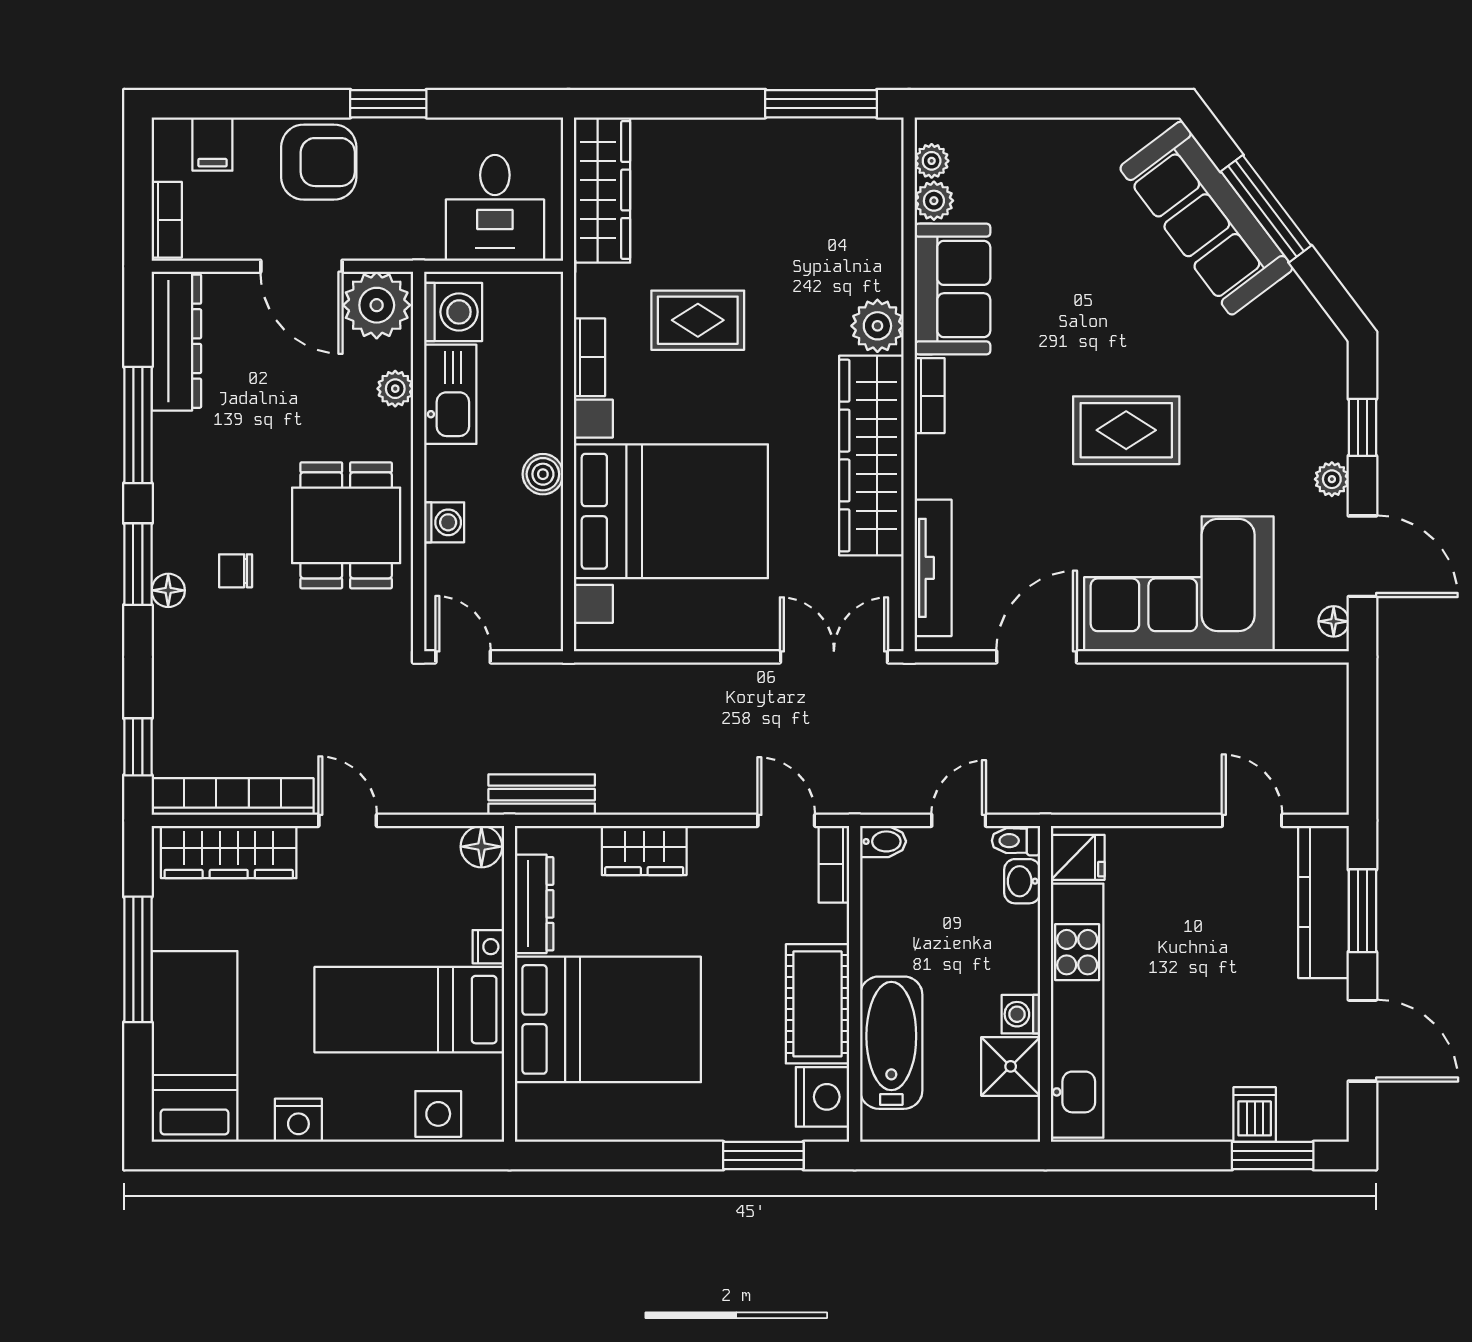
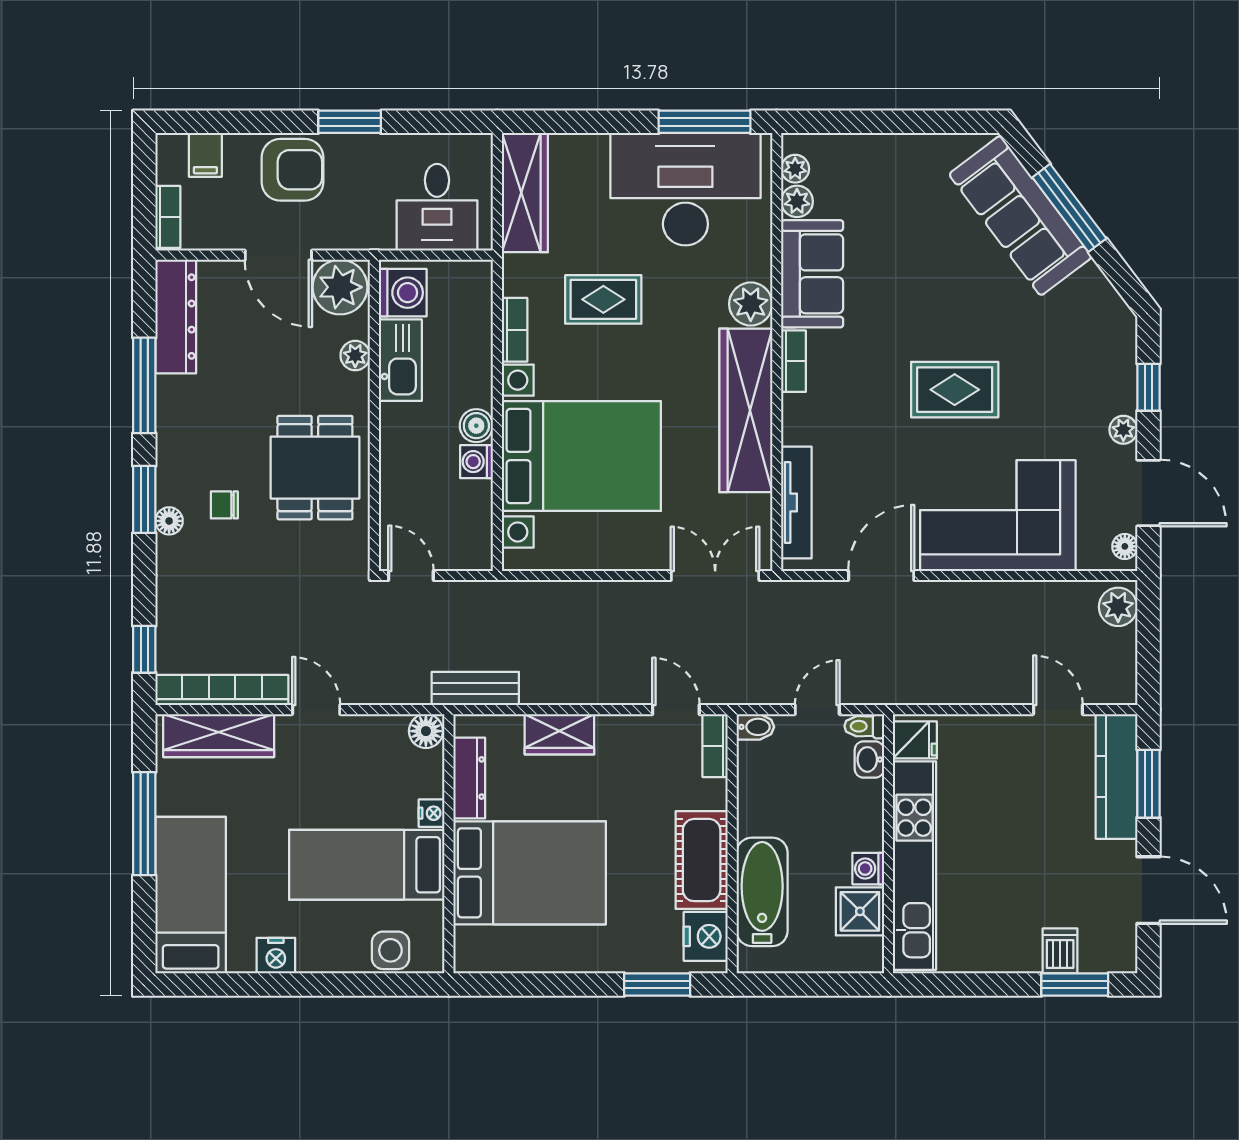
desk: (798, 186) -> (685, 189), added
washing machine: (444, 522) -> (476, 462), moved, turned 180
plant: (1325, 695) -> (1118, 607), added

